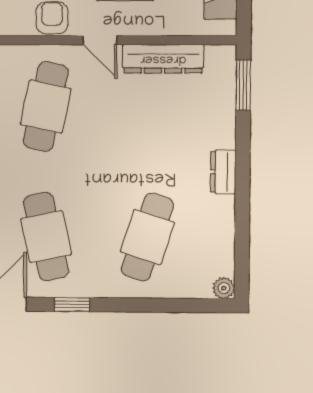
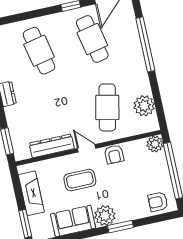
cafe table: (147, 237) -> (39, 51), turned -30

